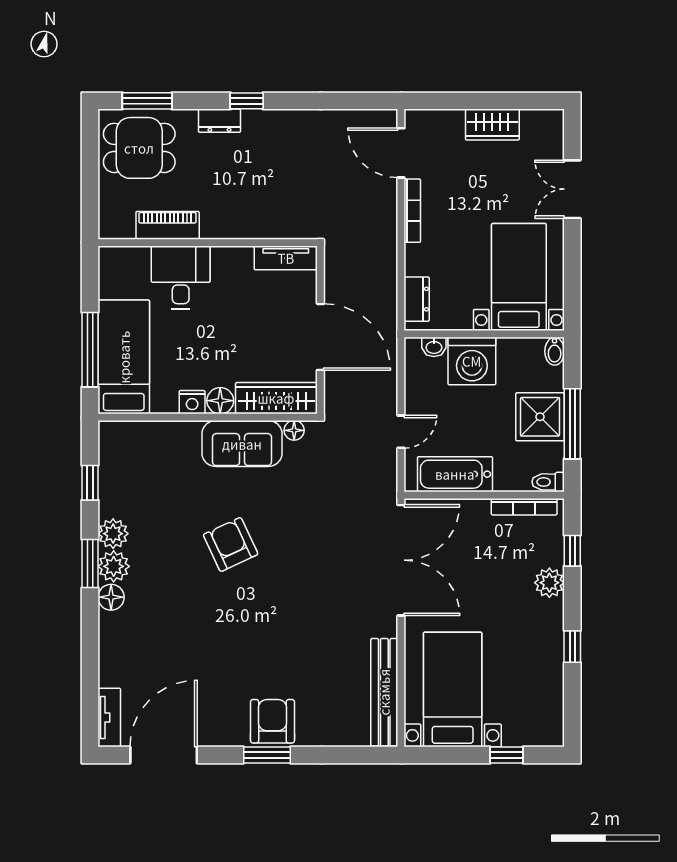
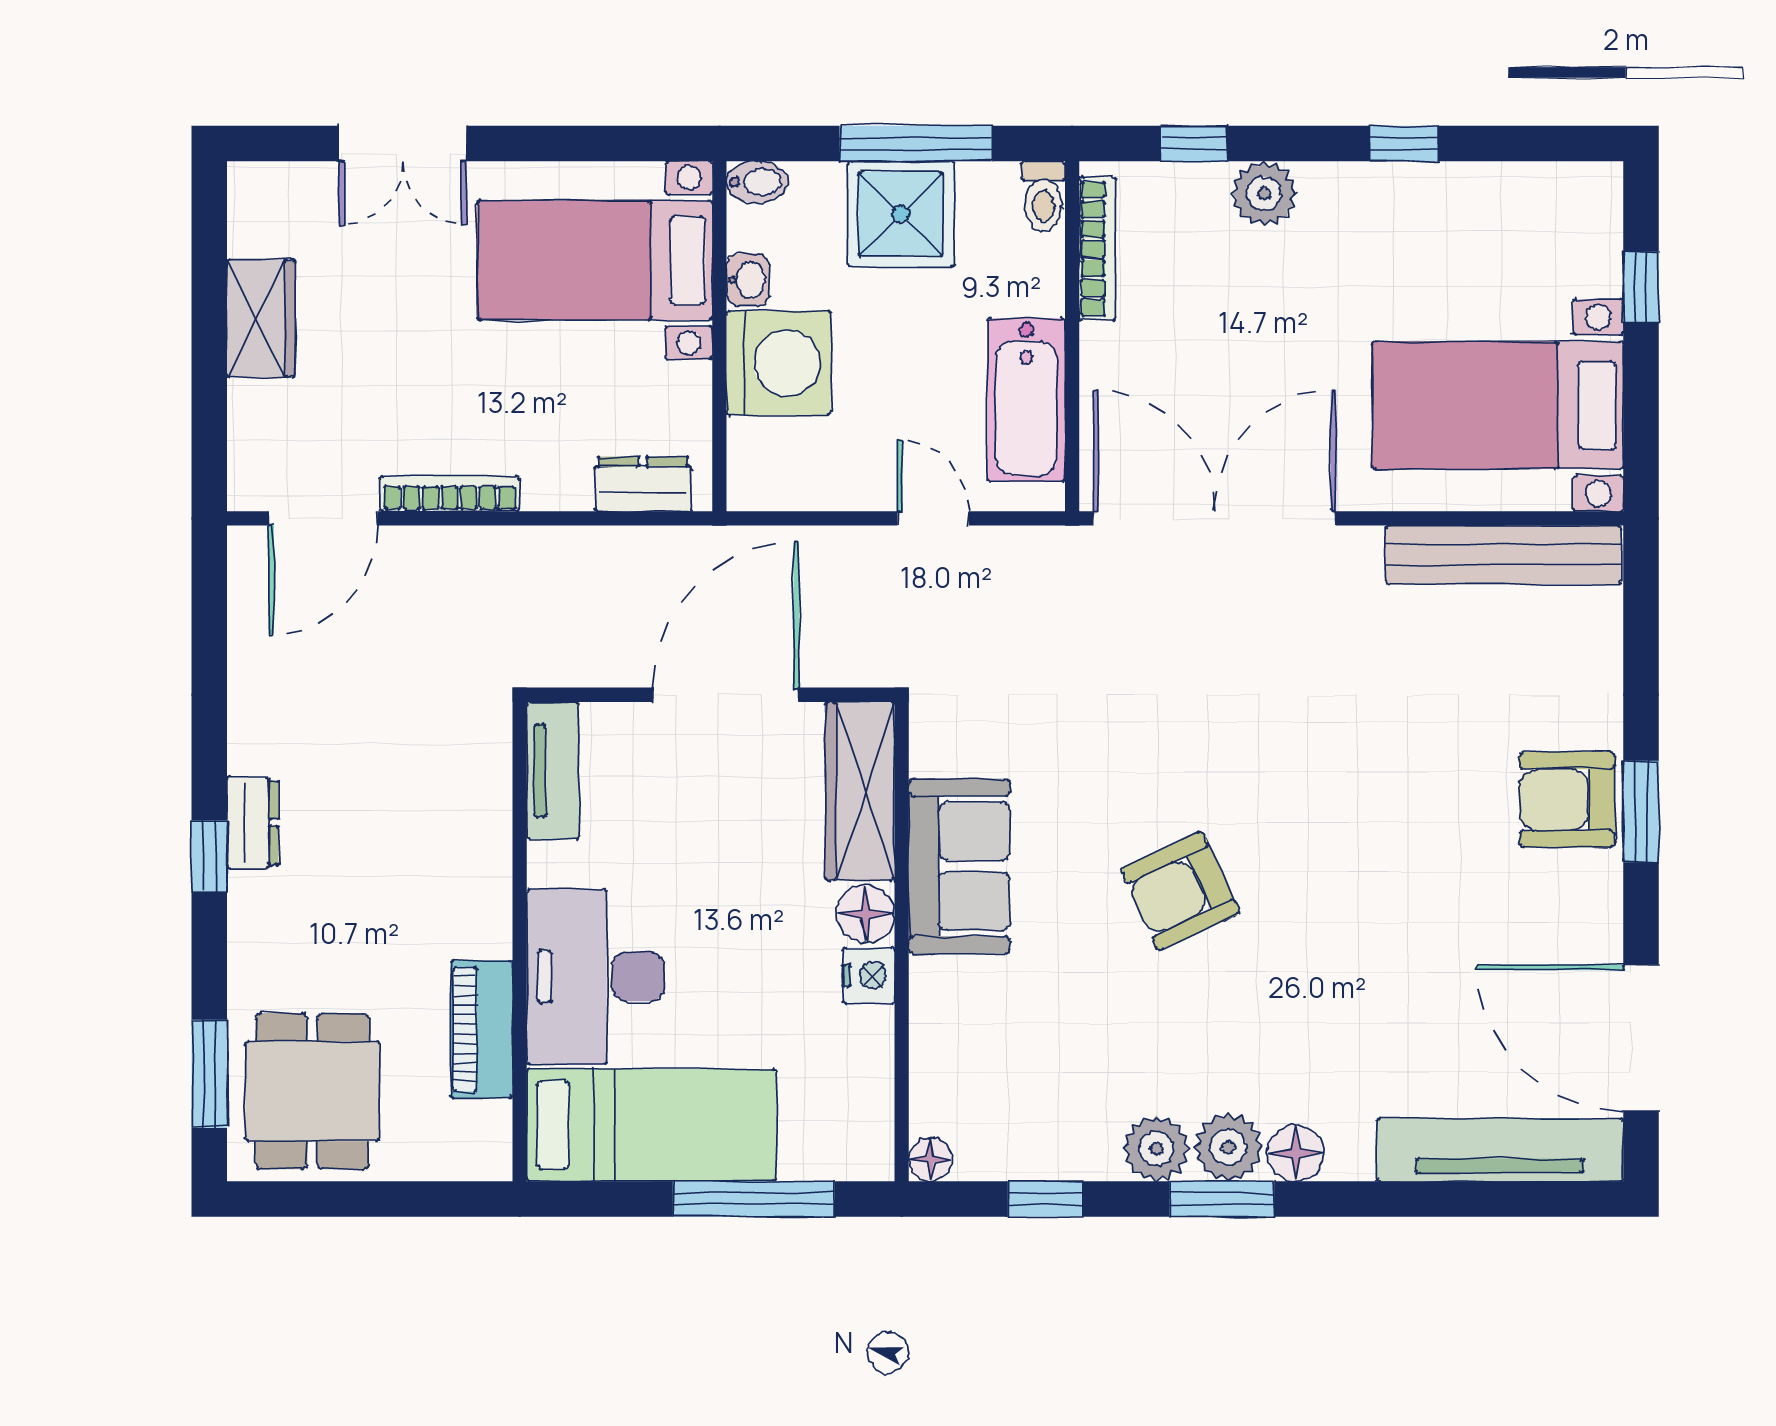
dresser: (219, 121) -> (253, 823), moved
desk: (181, 277) -> (596, 977), width x1.37
washbasin: (434, 347) -> (748, 280), moved
bed: (124, 357) -> (651, 1125), moved, turned 180
floor lamp: (294, 430) -> (930, 1160), moved
tv unit: (109, 718) -> (1500, 1150), width x1.92, depth x1.29

